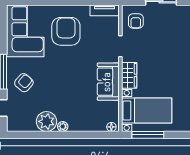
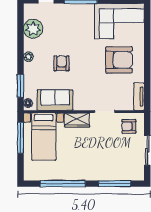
sofa: (108, 82) -> (55, 100), moved
armchair: (24, 83) -> (62, 63), moved, turned -131
plant: (47, 121) -> (33, 29), moved
window: (93, 135) -> (21, 86), added

